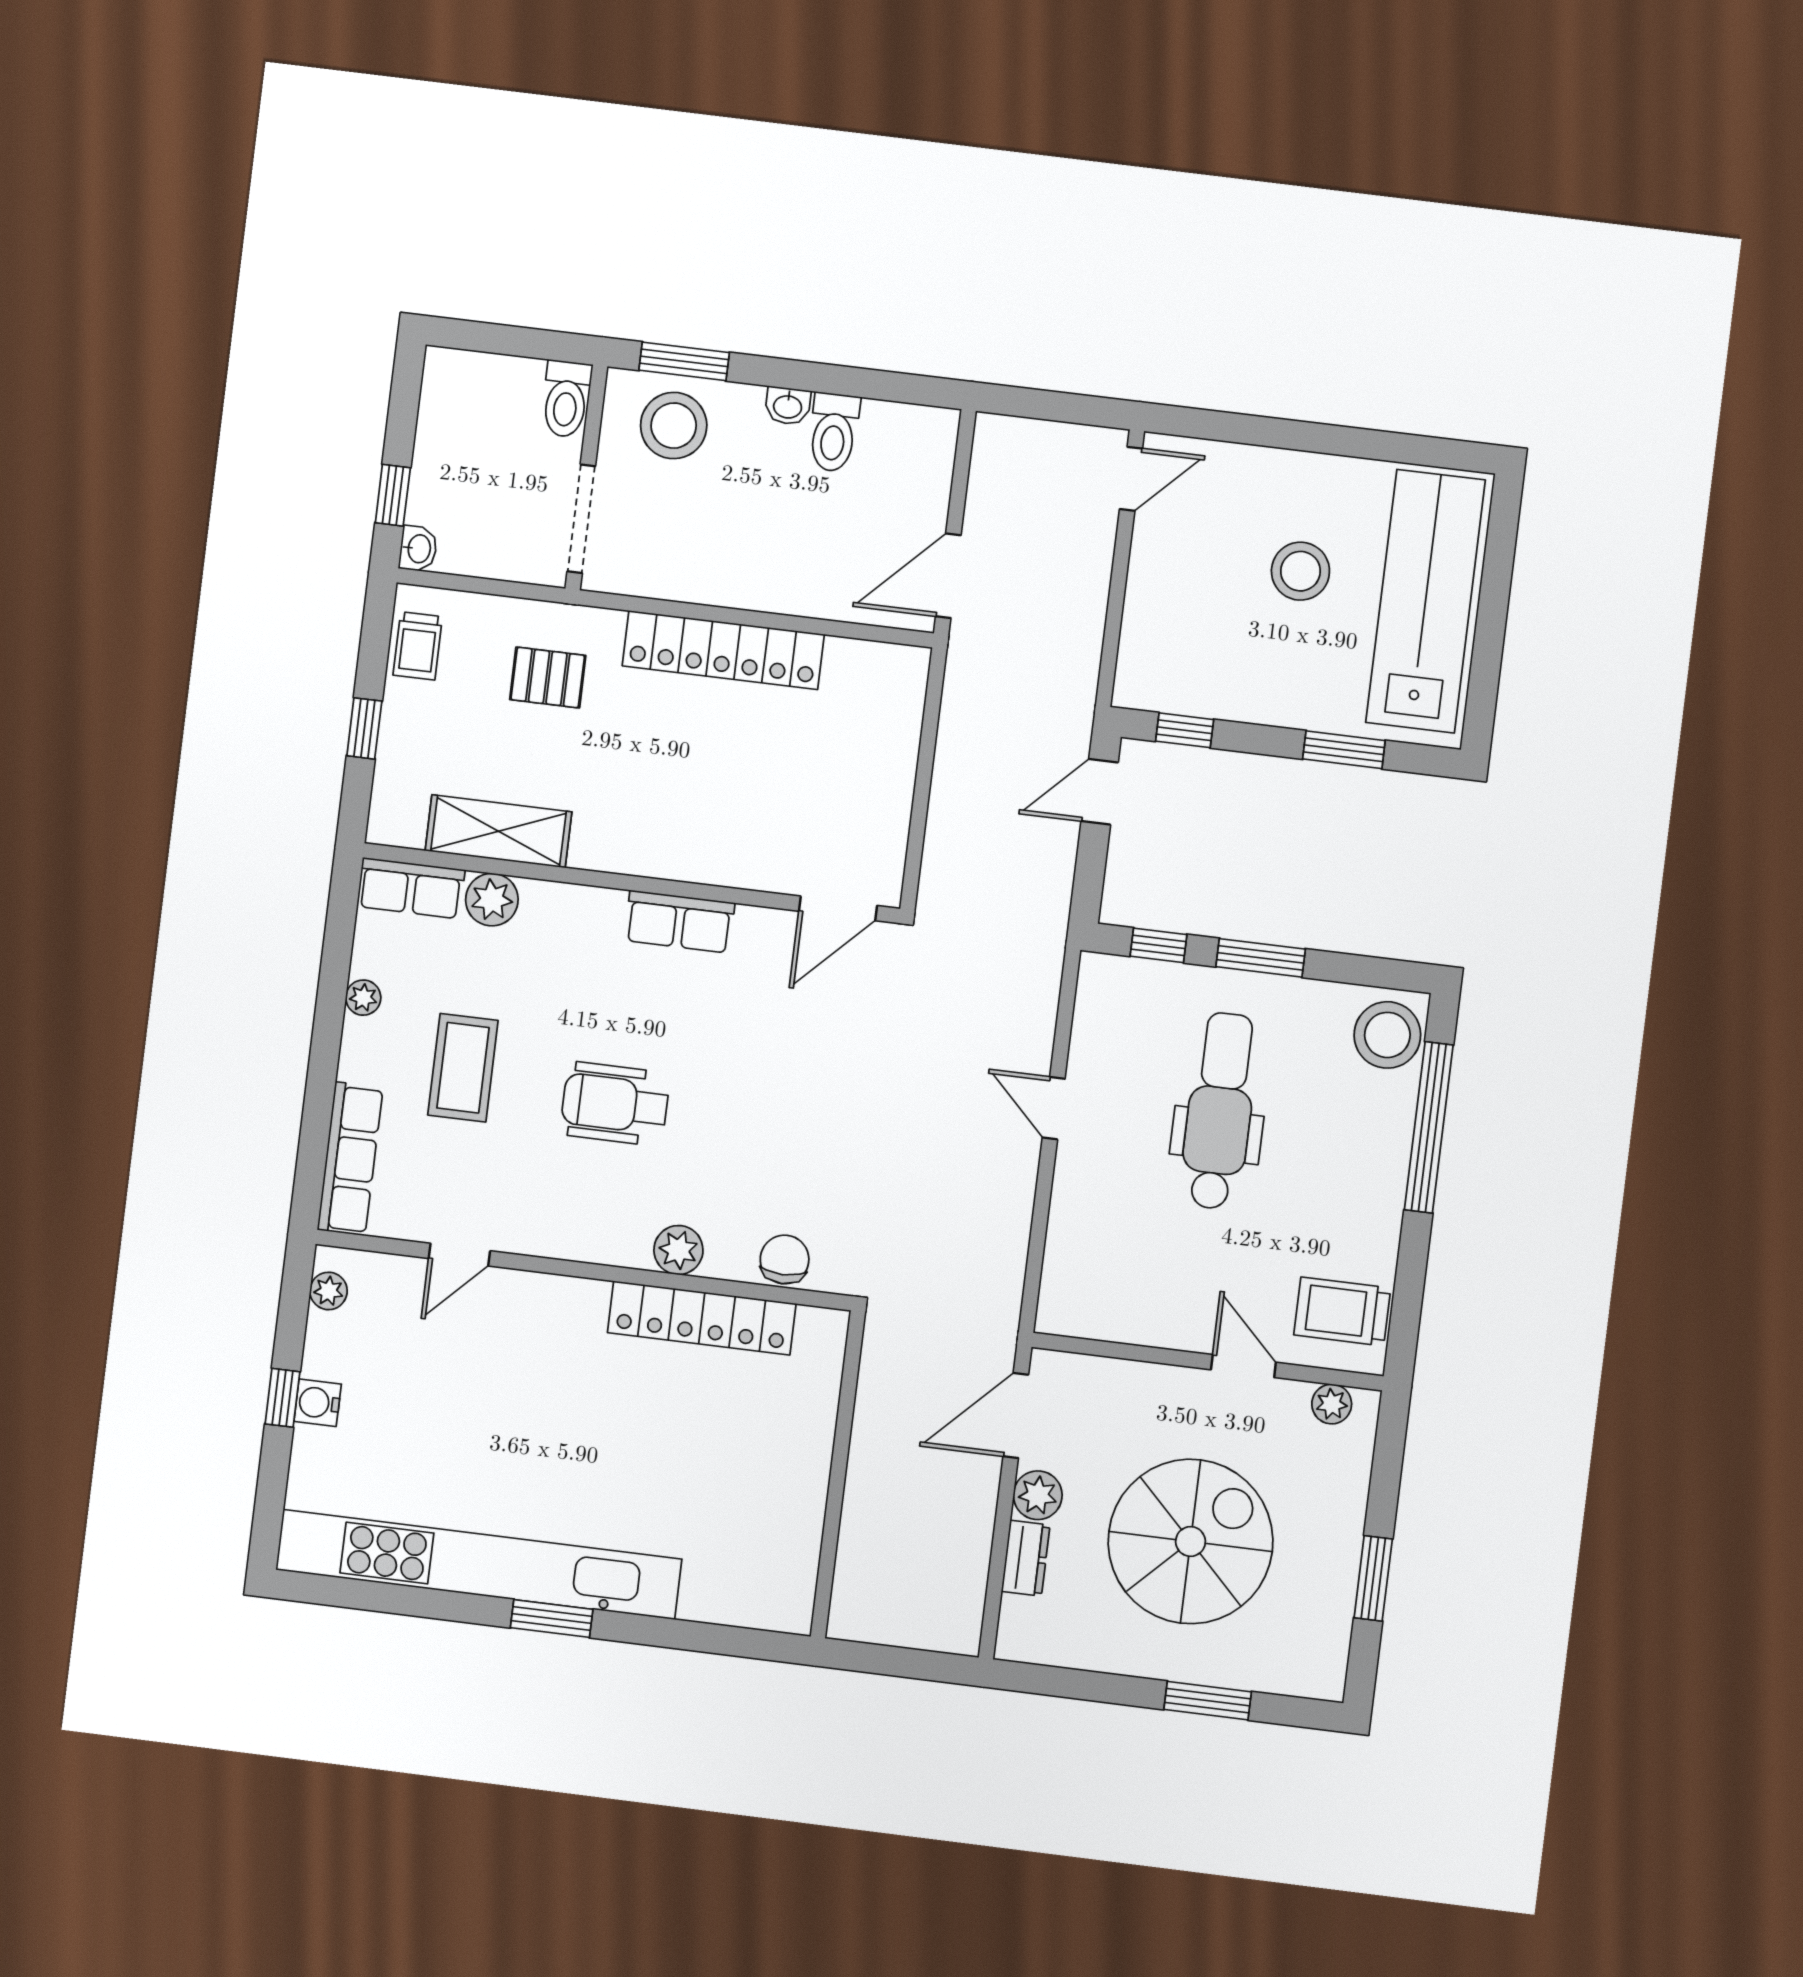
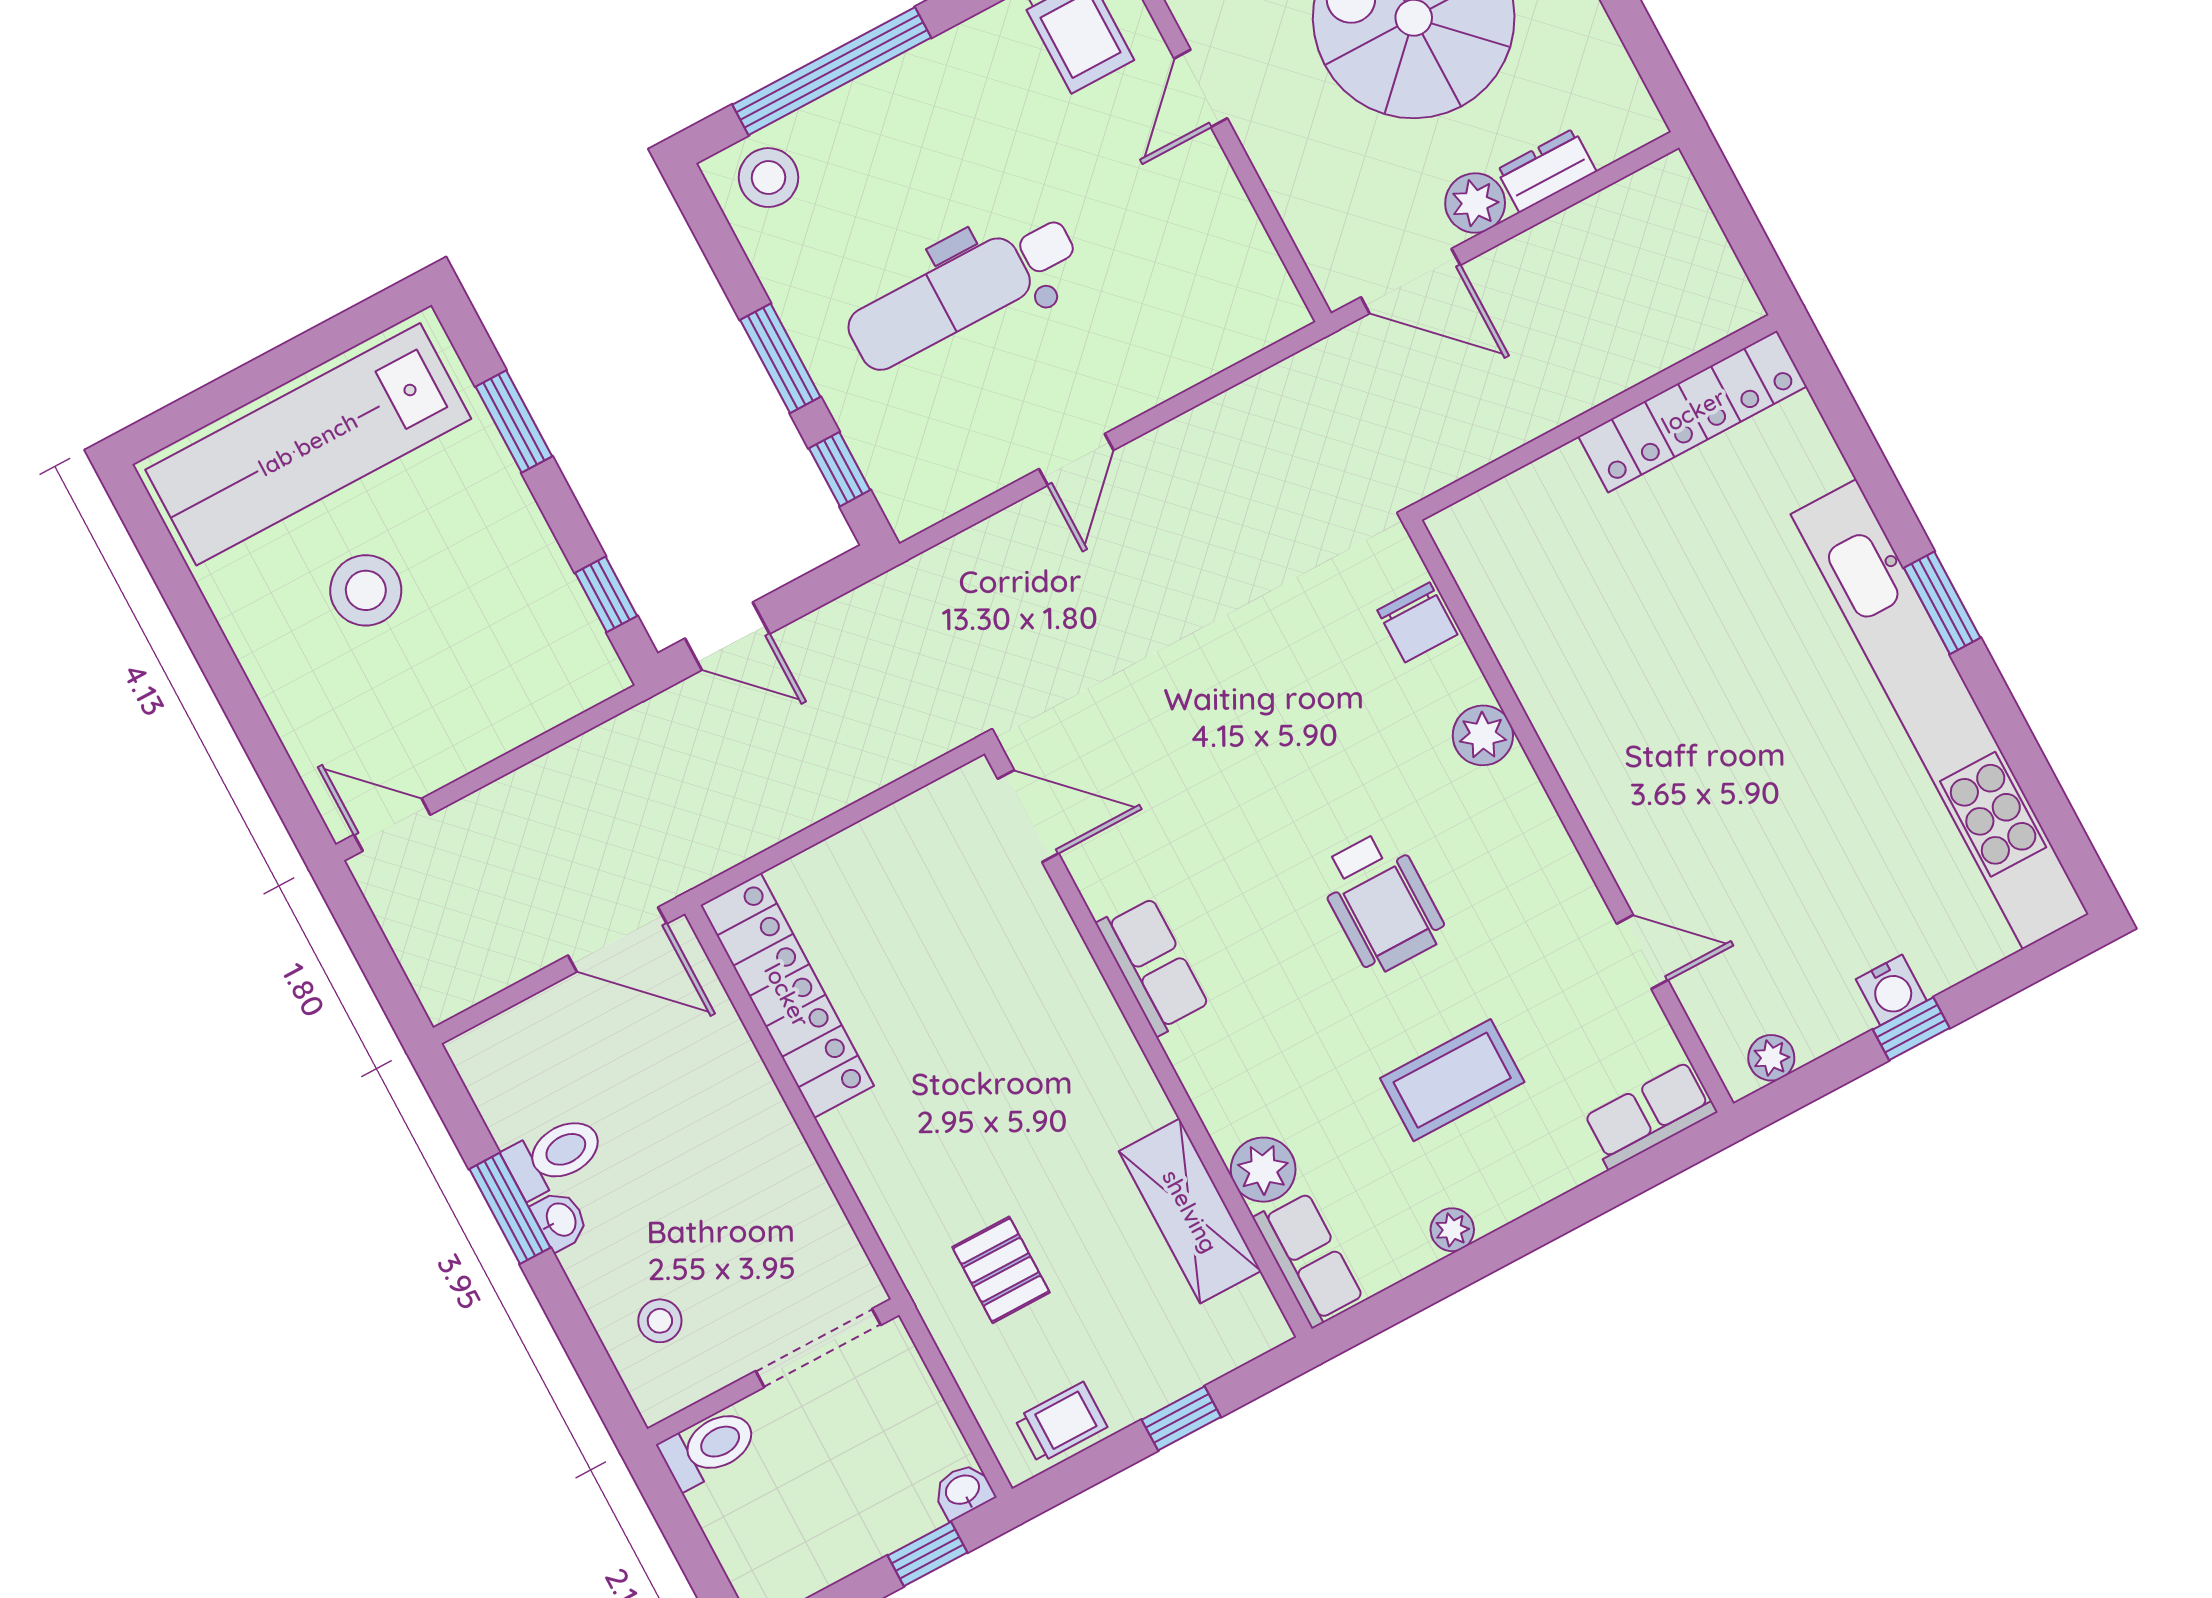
window: (684, 361) -> (510, 1208), moved
stool: (674, 426) -> (660, 1321), width x0.53, depth x0.53
locker: (723, 650) -> (787, 995), moved
stool: (1387, 1035) -> (768, 178), width x0.73, depth x0.73
row of seats: (350, 1159) -> (1649, 1115), width x0.68
chair: (785, 1259) -> (1417, 622), turned -90
locker: (702, 1318) -> (1693, 411), moved, turned 90

